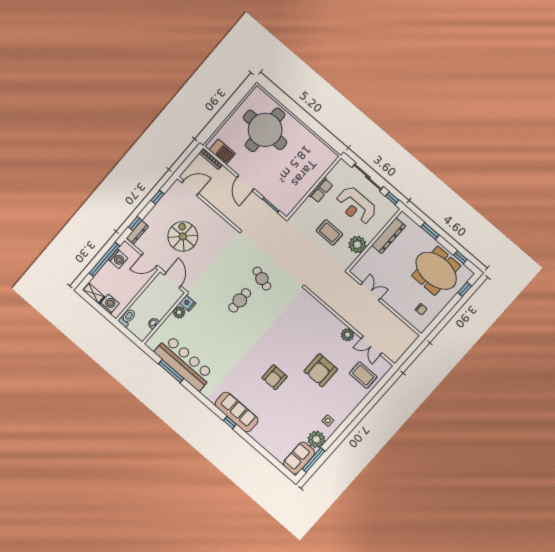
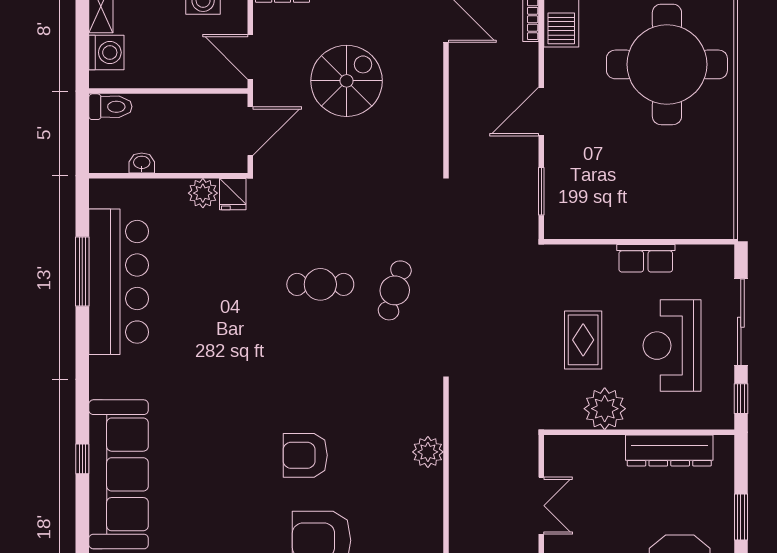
plant: (348, 335) -> (428, 452), moved
armchair: (274, 377) -> (305, 455), moved
sofa: (237, 412) -> (119, 474), width x1.36, depth x1.27

